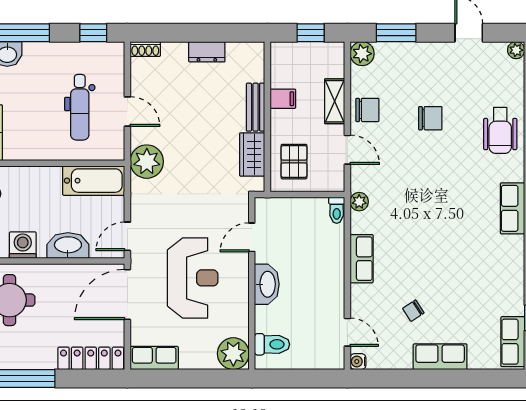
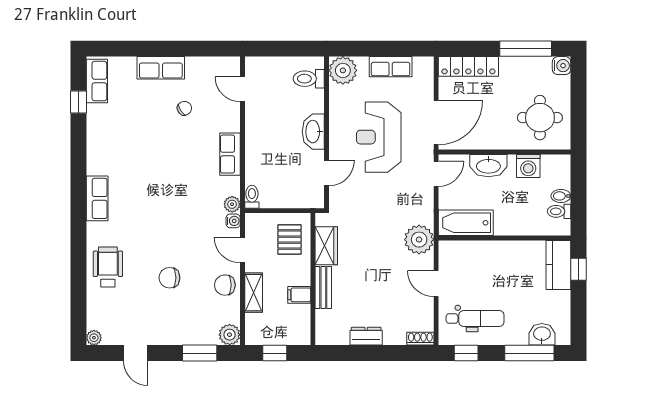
dental chair: (80, 107) -> (475, 318), moved, turned 90
row of seats: (154, 358) -> (391, 67), moved
water cooler: (358, 362) -> (233, 221), moved

